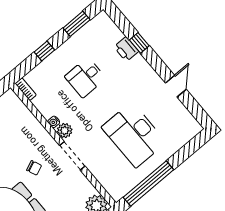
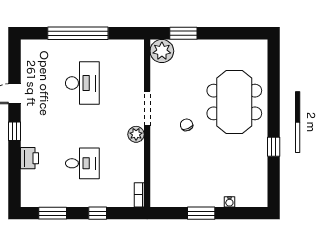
window: (139, 43) -> (15, 131), moved
water cooler: (54, 122) -> (139, 149), removed
desk: (134, 135) -> (82, 83), width x0.73, depth x0.77
window: (148, 183) -> (78, 33), moved

